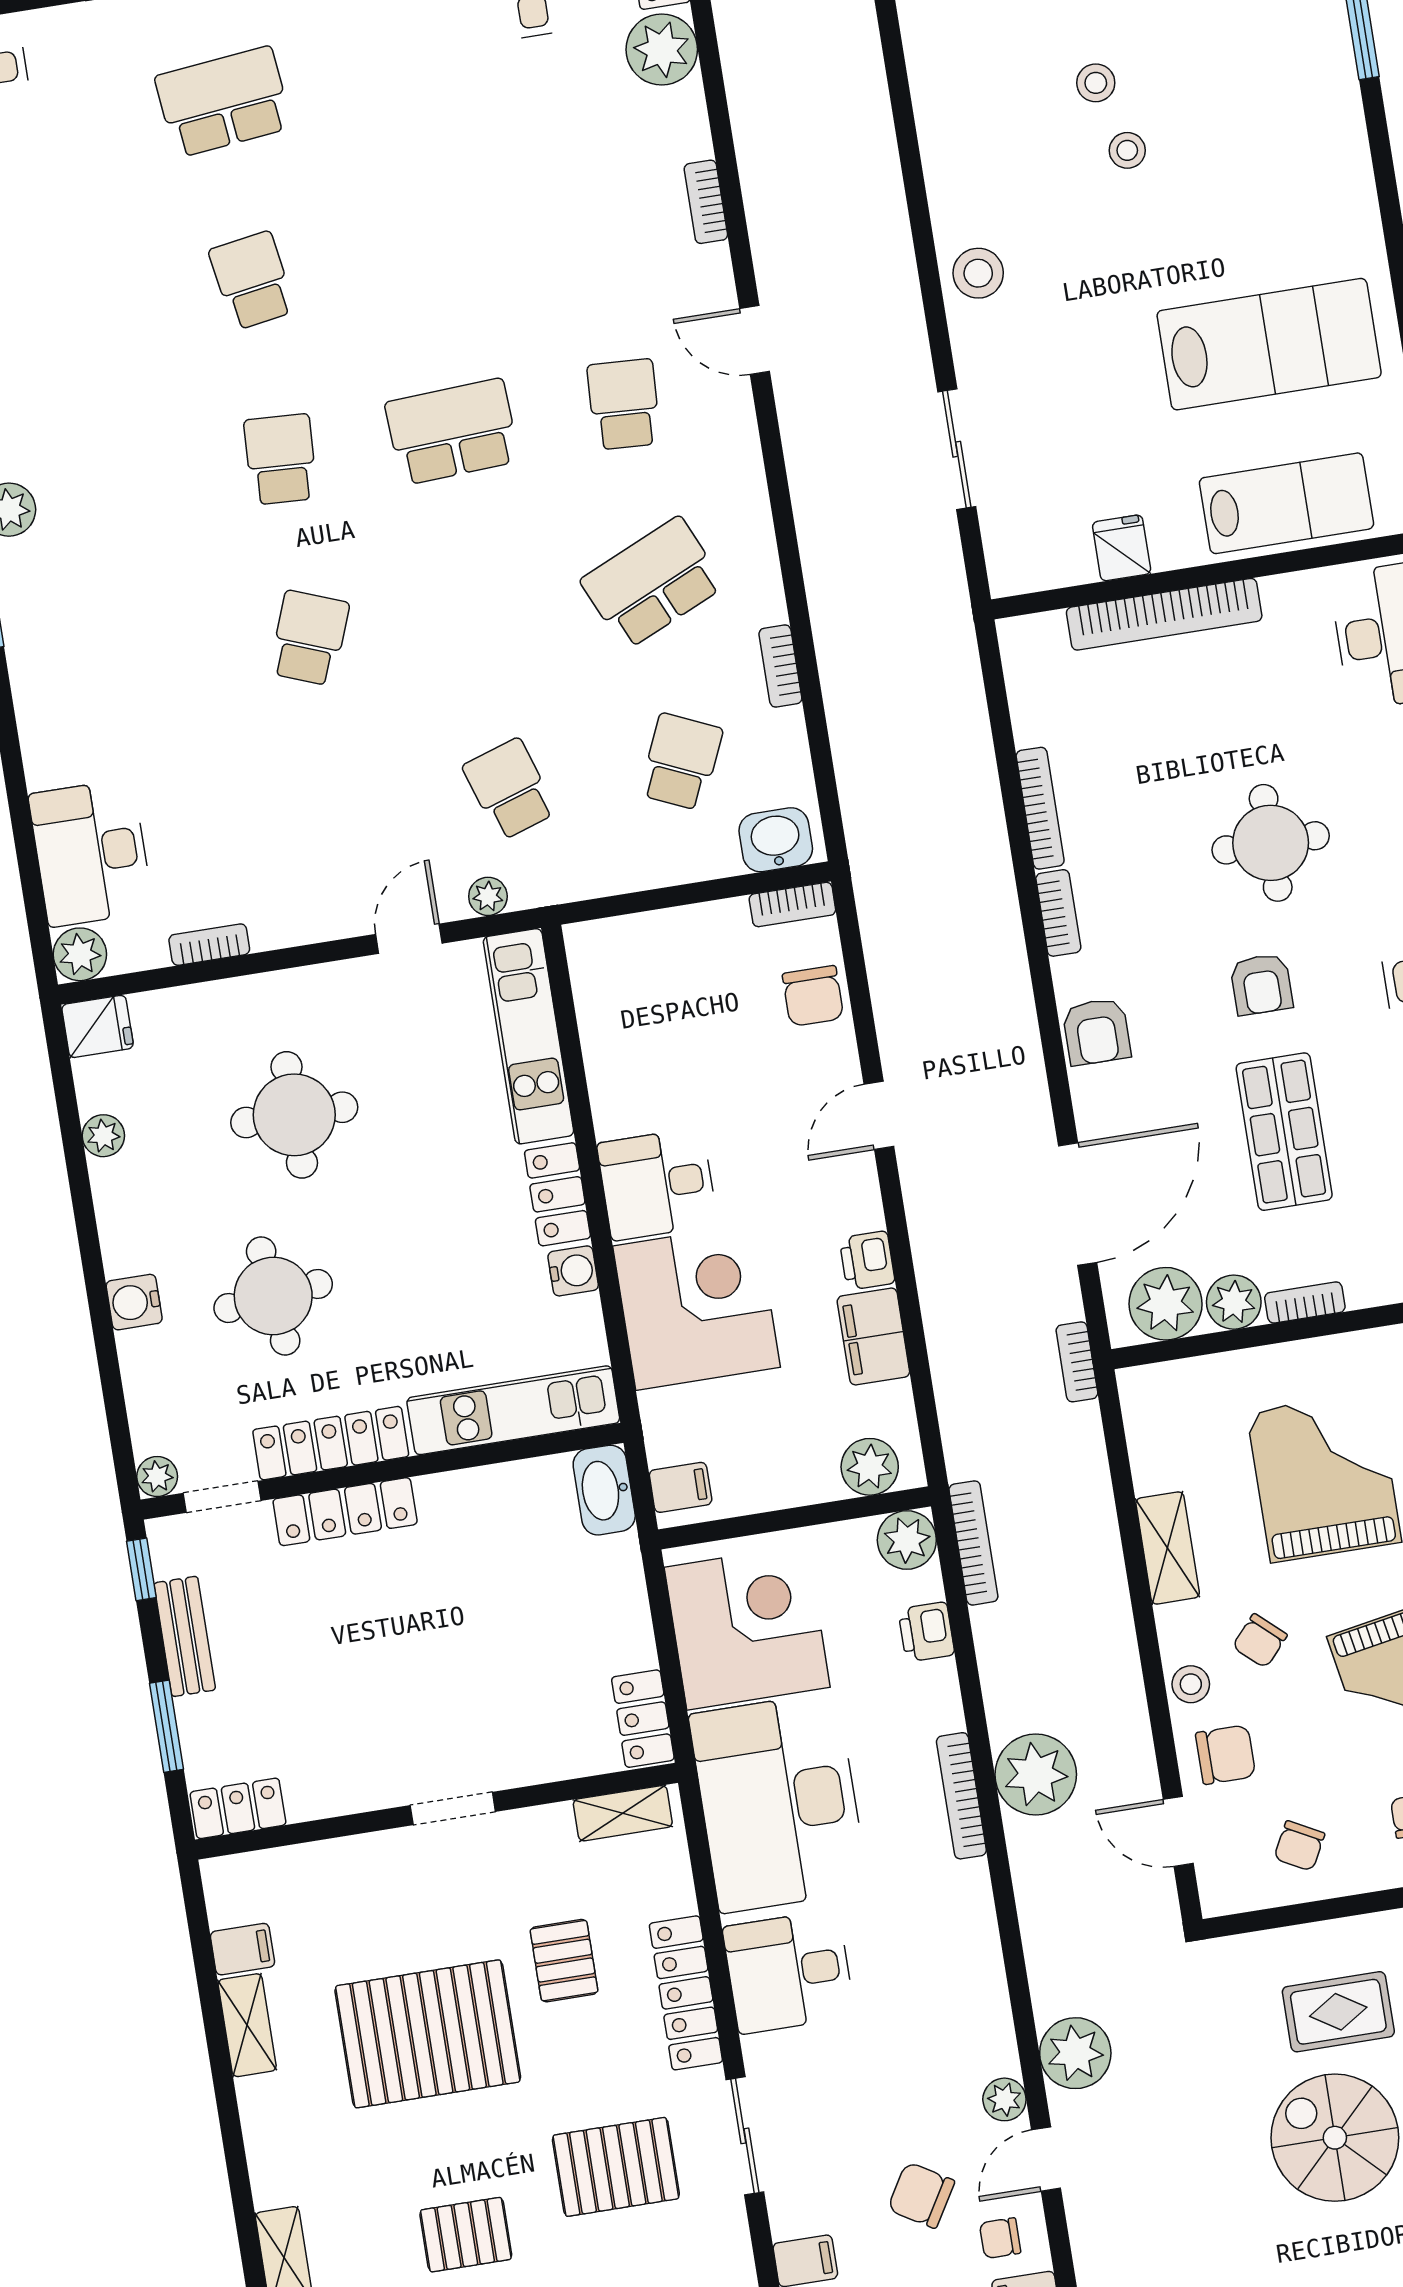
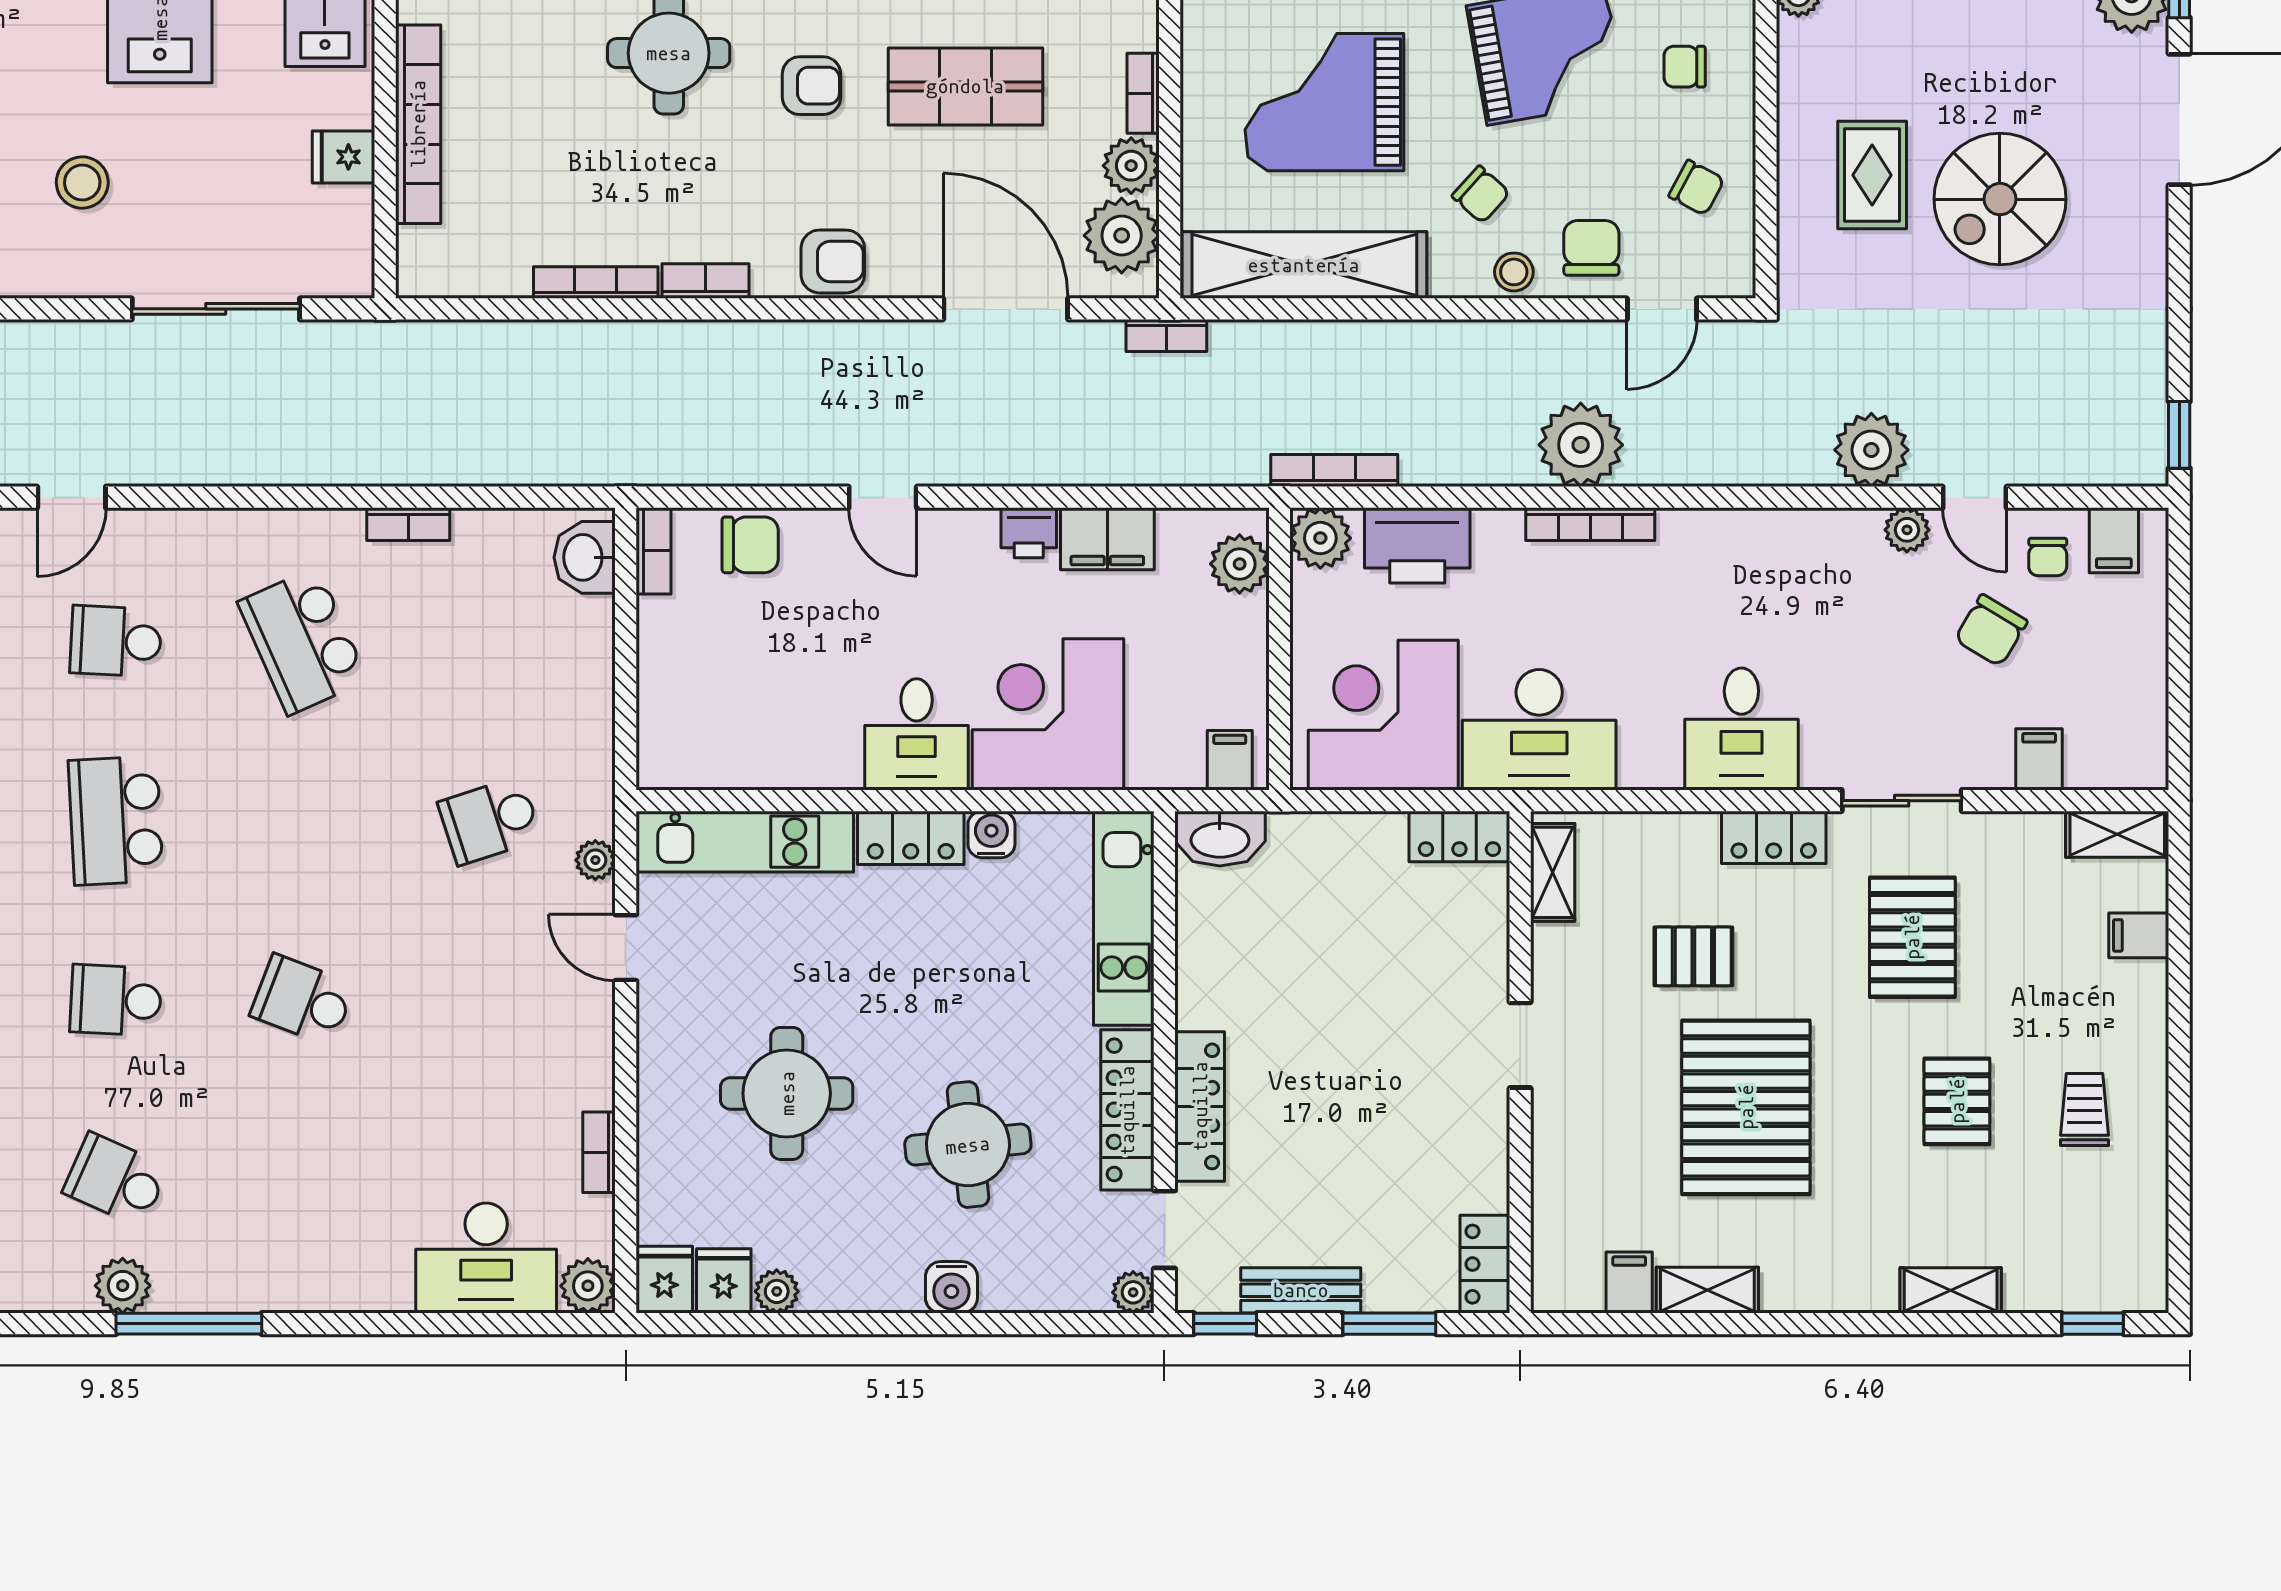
stool: (978, 273) -> (82, 182), moved
sliding door: (957, 449) -> (216, 309), width x1.37
school desk: (681, 762) -> (116, 1180), moved
fridge: (105, 1083) -> (724, 1281), added
shelving: (1168, 1548) -> (1304, 265), width x2.20, depth x1.33
printer: (926, 1632) -> (1417, 545), width x1.87, depth x1.48
desk: (779, 1802) -> (1539, 730), width x0.73, depth x0.77
locker: (686, 1993) -> (1774, 837), width x0.66

